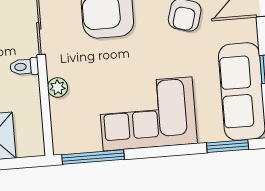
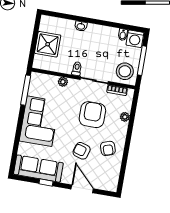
window: (228, 146) -> (14, 155), removed

